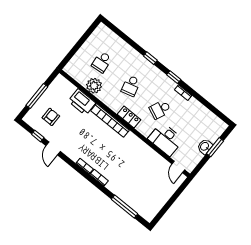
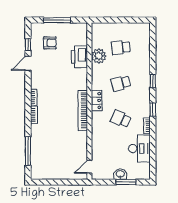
bookcase: (110, 120) -> (83, 110), moved
desk: (166, 139) -> (139, 149), moved, turned 180

